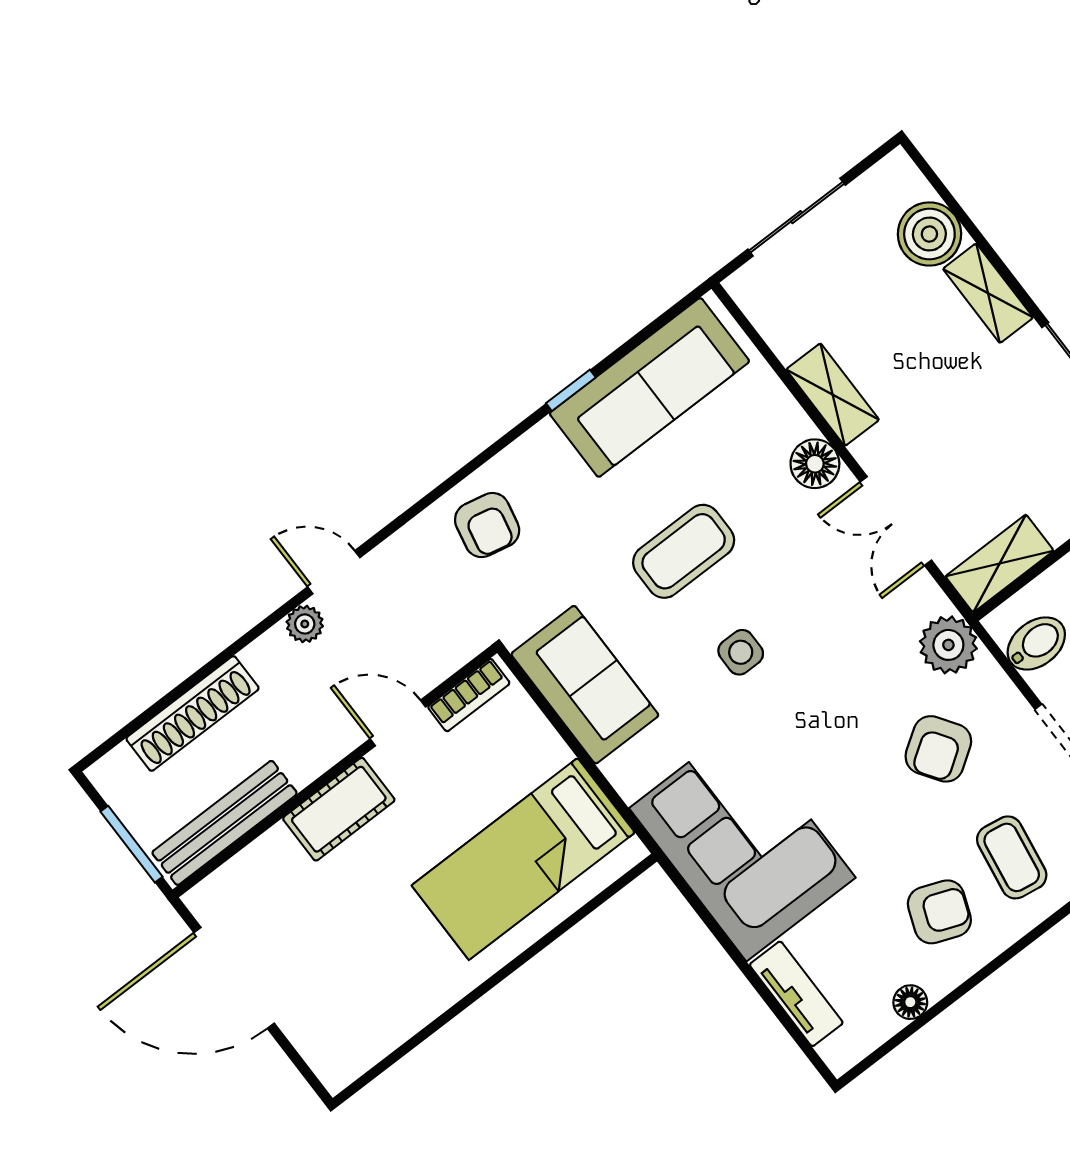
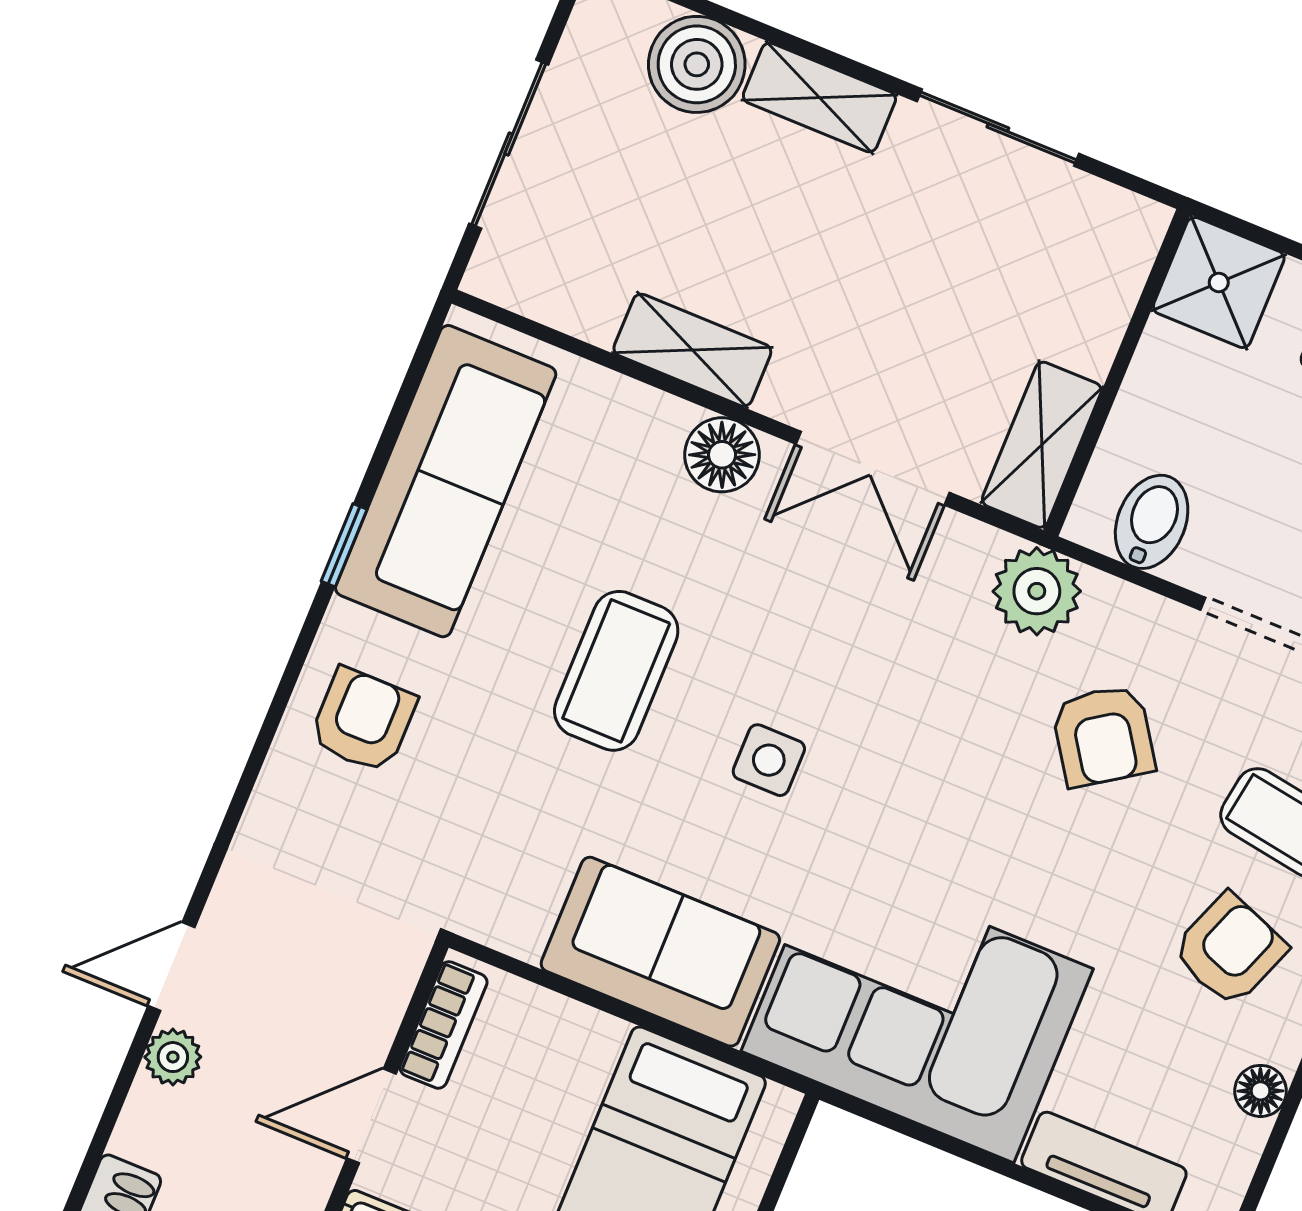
armchair: (487, 525) -> (363, 720), moved, turned -102
sofa: (585, 685) -> (660, 952), moved

